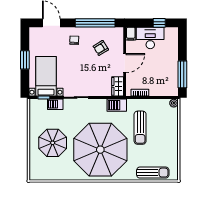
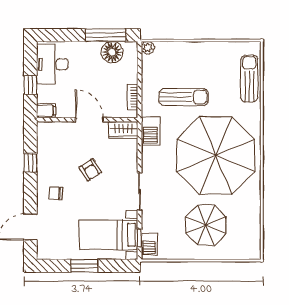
window: (95, 23) -> (30, 163), width x0.32
window: (159, 23) -> (30, 85), moved
desk: (150, 38) -> (52, 64), moved
armchair: (101, 48) -> (90, 170), moved
floor lamp: (171, 79) -> (112, 52), added
barbecue: (55, 104) -> (149, 244), moved

